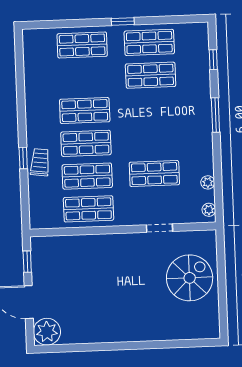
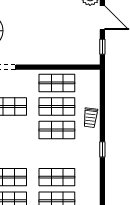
shop shelf: (85, 111) -> (57, 177), moved
window: (23, 158) -> (102, 149), moved

